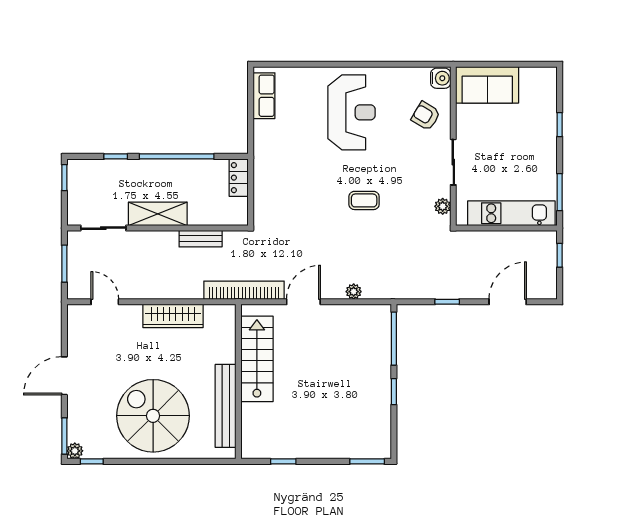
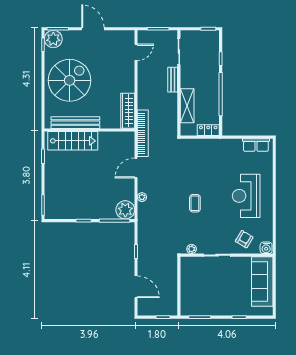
sofa: (487, 85) -> (262, 281), width x1.36
reception desk: (351, 112) -> (246, 196), turned 90
kitchen unit: (511, 213) -> (188, 289), removed
shelving: (158, 214) -> (187, 106), moved
bench: (201, 239) -> (173, 80), moved
door: (303, 302) -> (136, 168), swing flipped
wardrobe: (173, 316) -> (128, 111), moved
plant: (375, 320) -> (125, 210), added
stairs: (257, 359) -> (73, 141), moved
plant: (75, 451) -> (53, 39), width x1.88, depth x1.88

